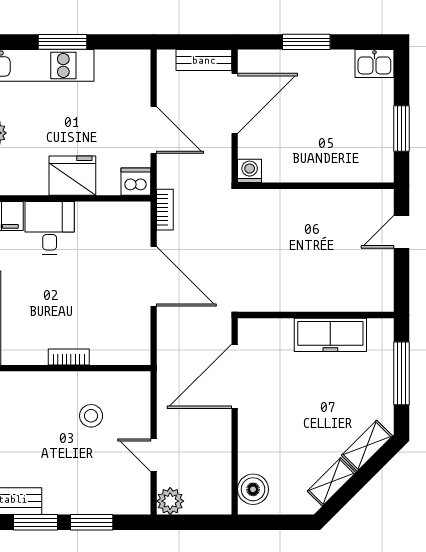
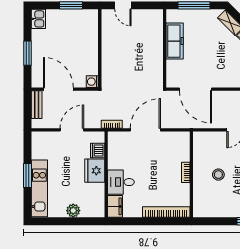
dishwasher: (136, 182) -> (98, 151), moved
stool: (91, 416) -> (218, 175), moved

